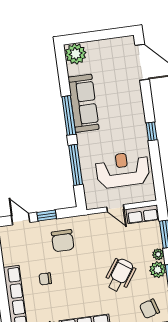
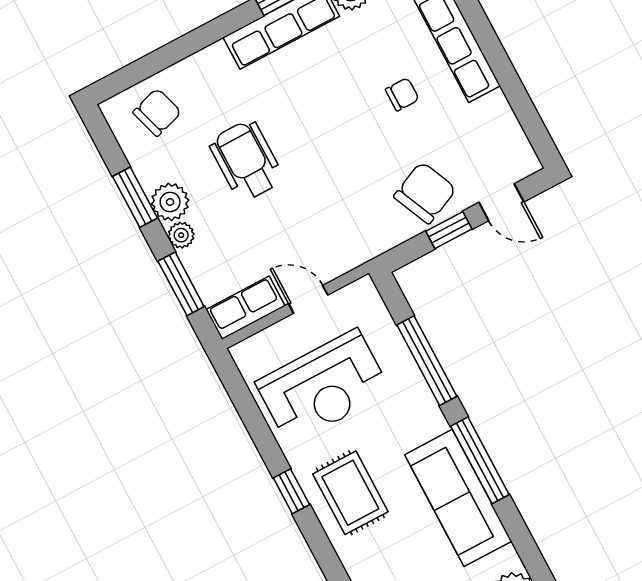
rug: (127, 122) -> (350, 493), added
chair: (63, 241) -> (425, 193), moved, turned 66
wheelchair: (120, 275) -> (246, 161), turned 145

